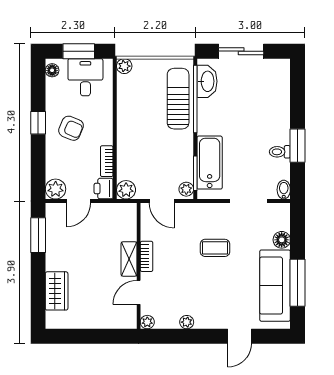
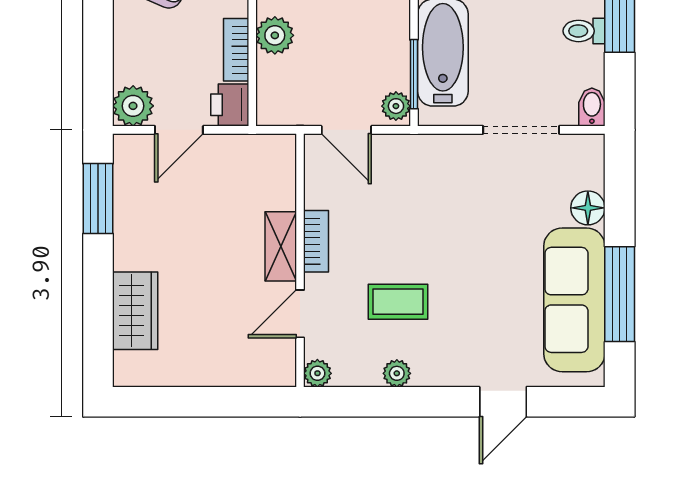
plant: (126, 190) -> (275, 35), moved
coffee table: (215, 248) -> (398, 302), moved

